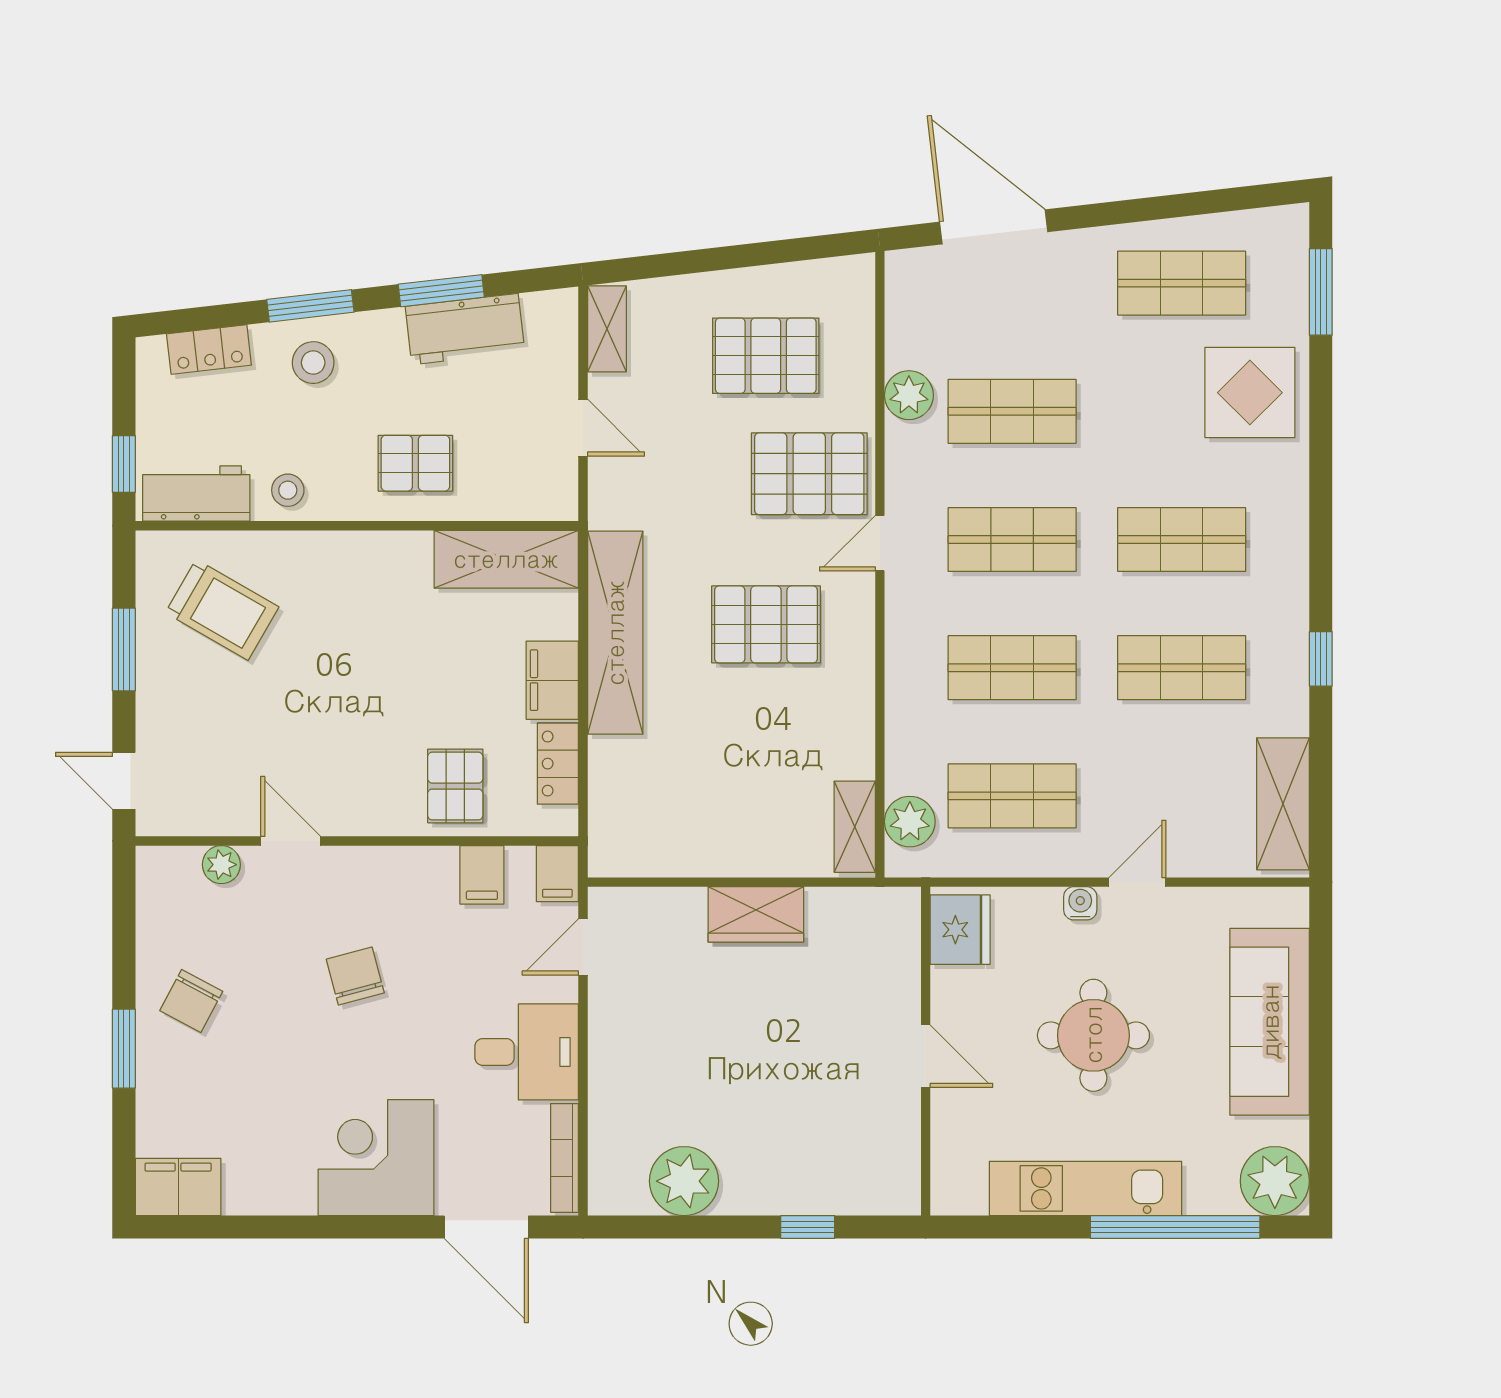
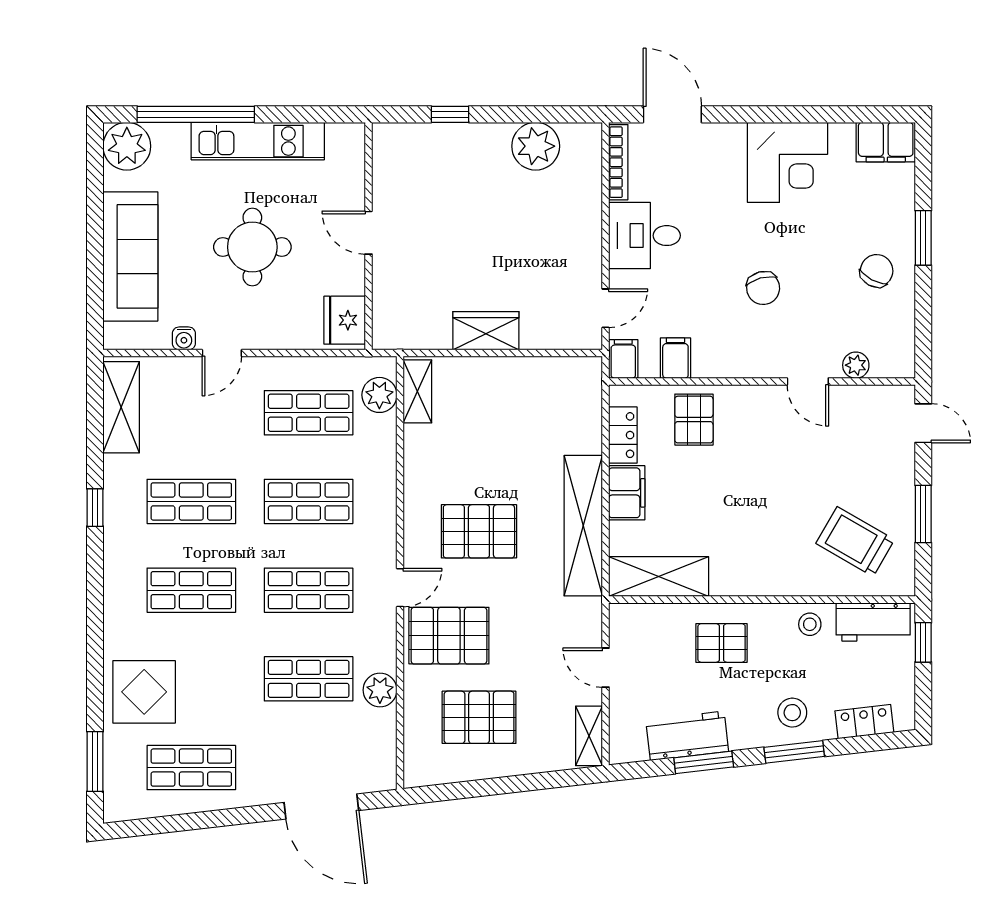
water cooler: (1080, 903) -> (184, 338), moved
corner desk: (376, 1158) -> (788, 162), moved

